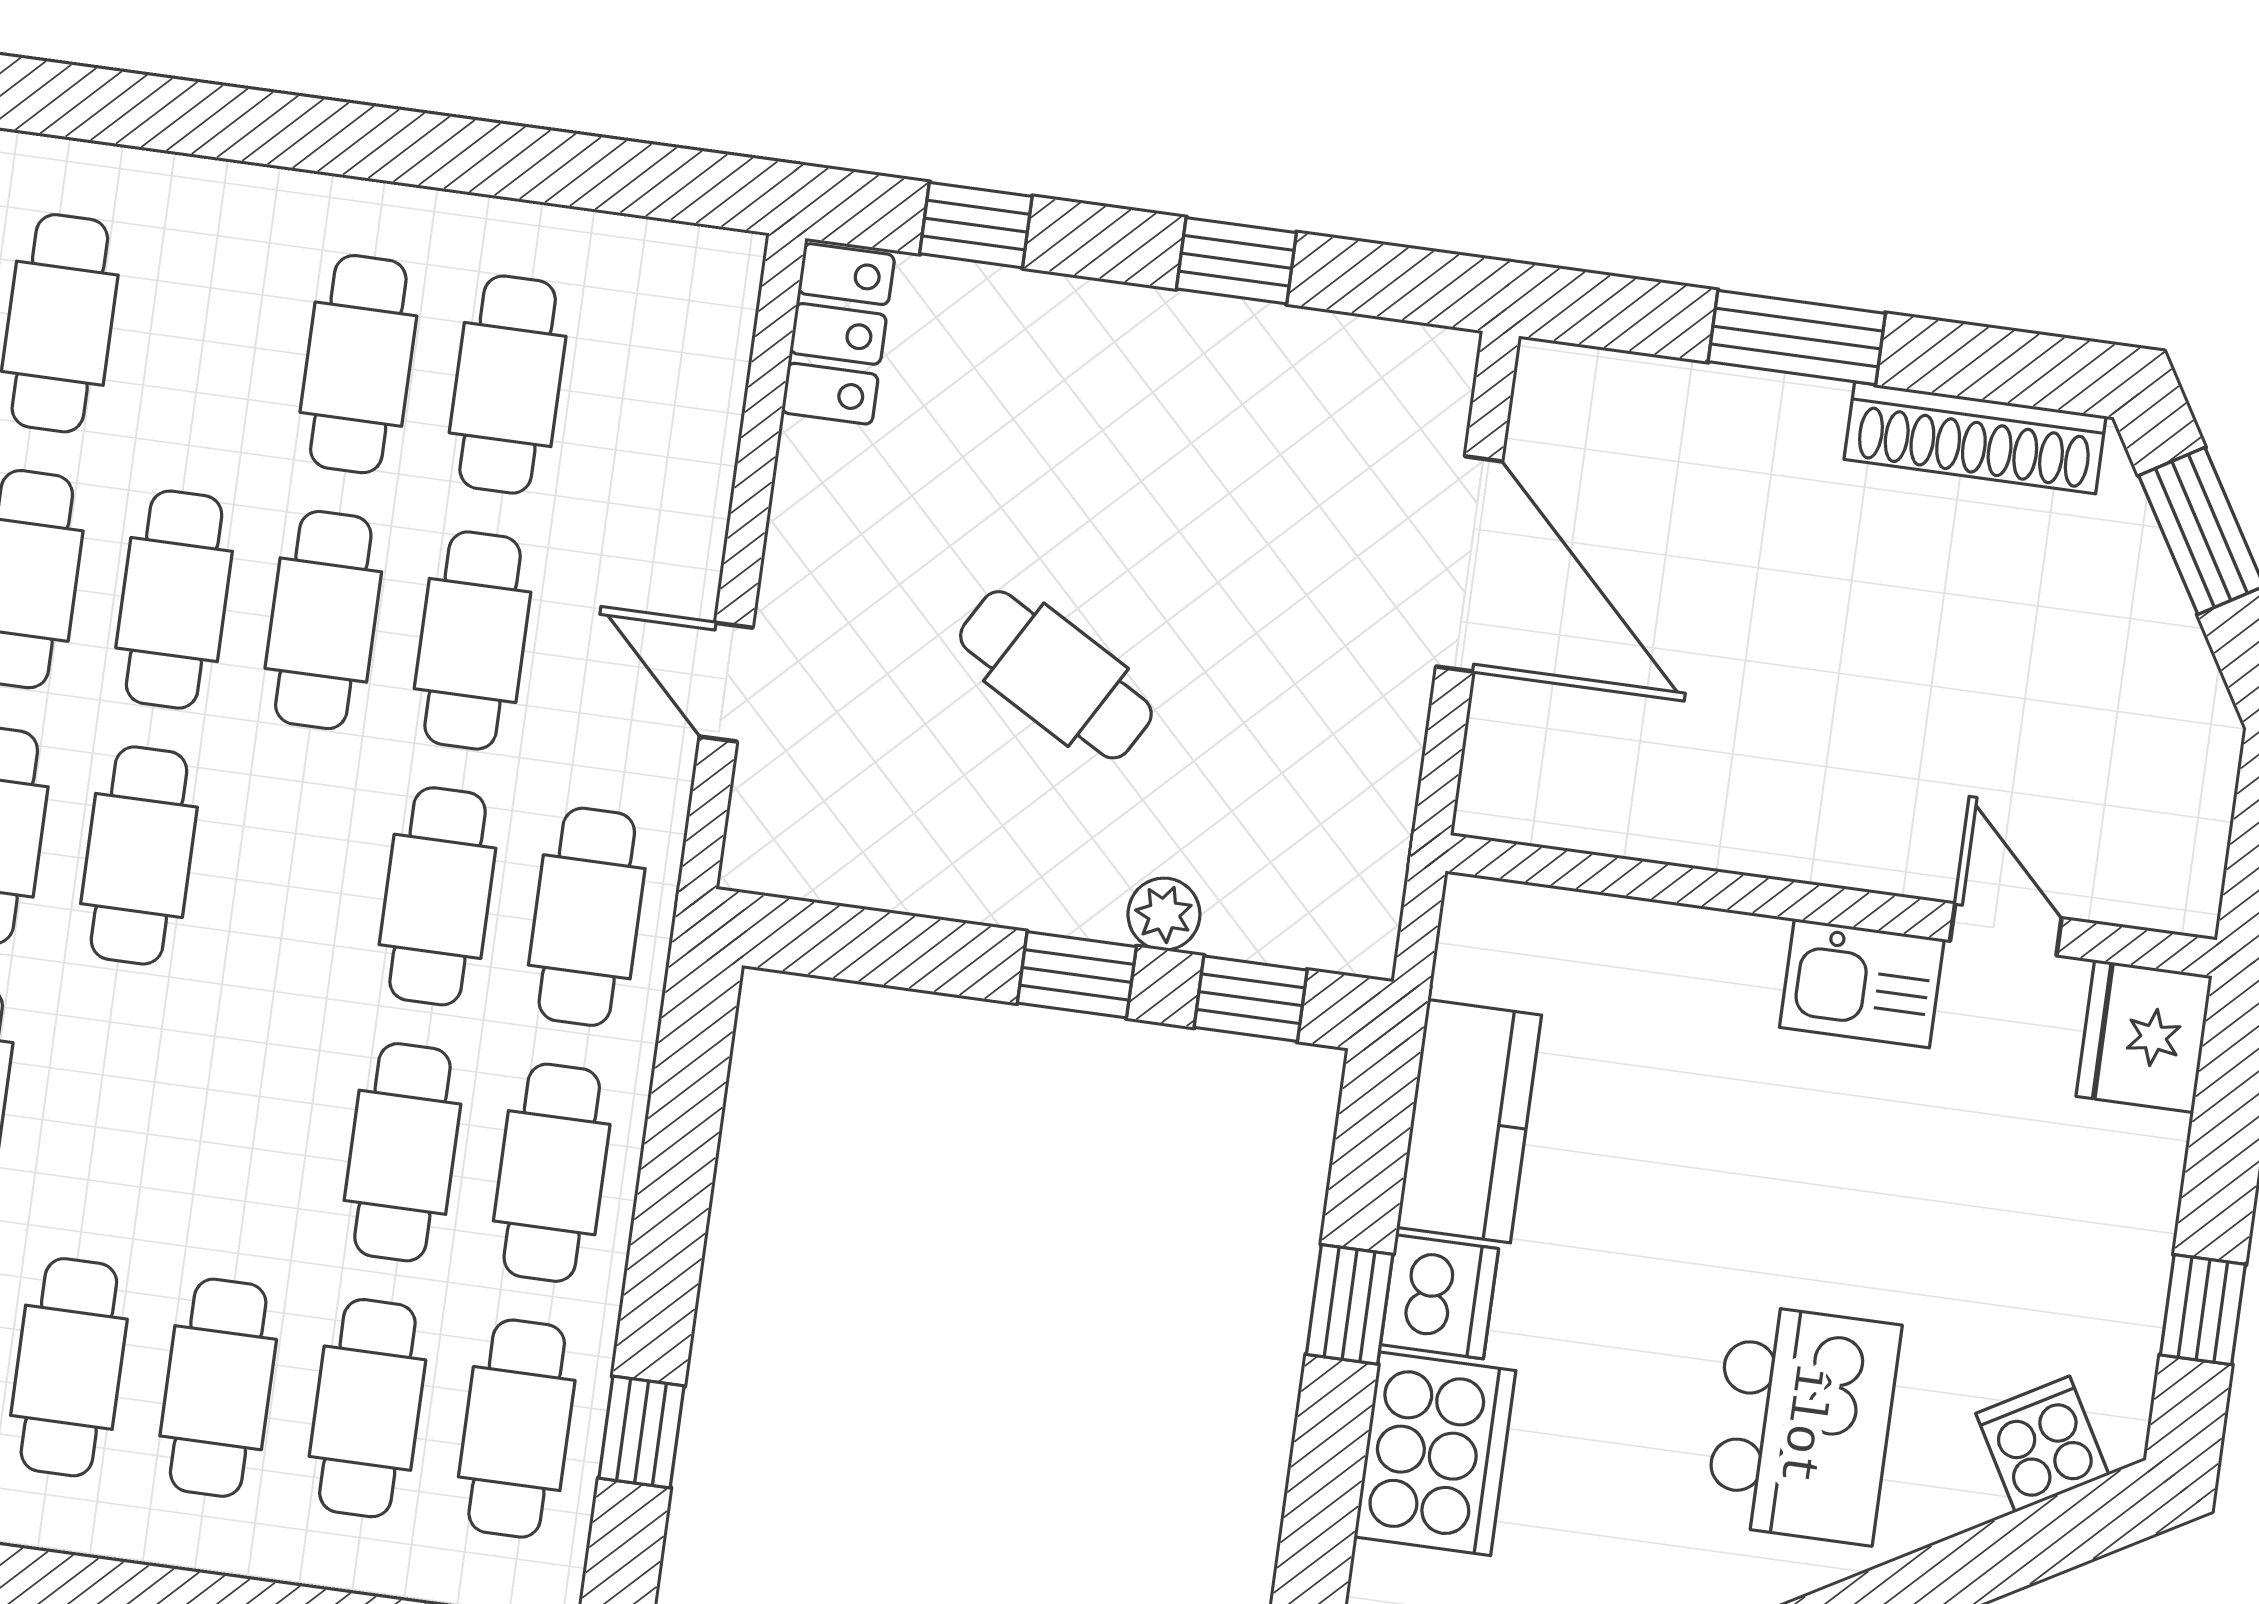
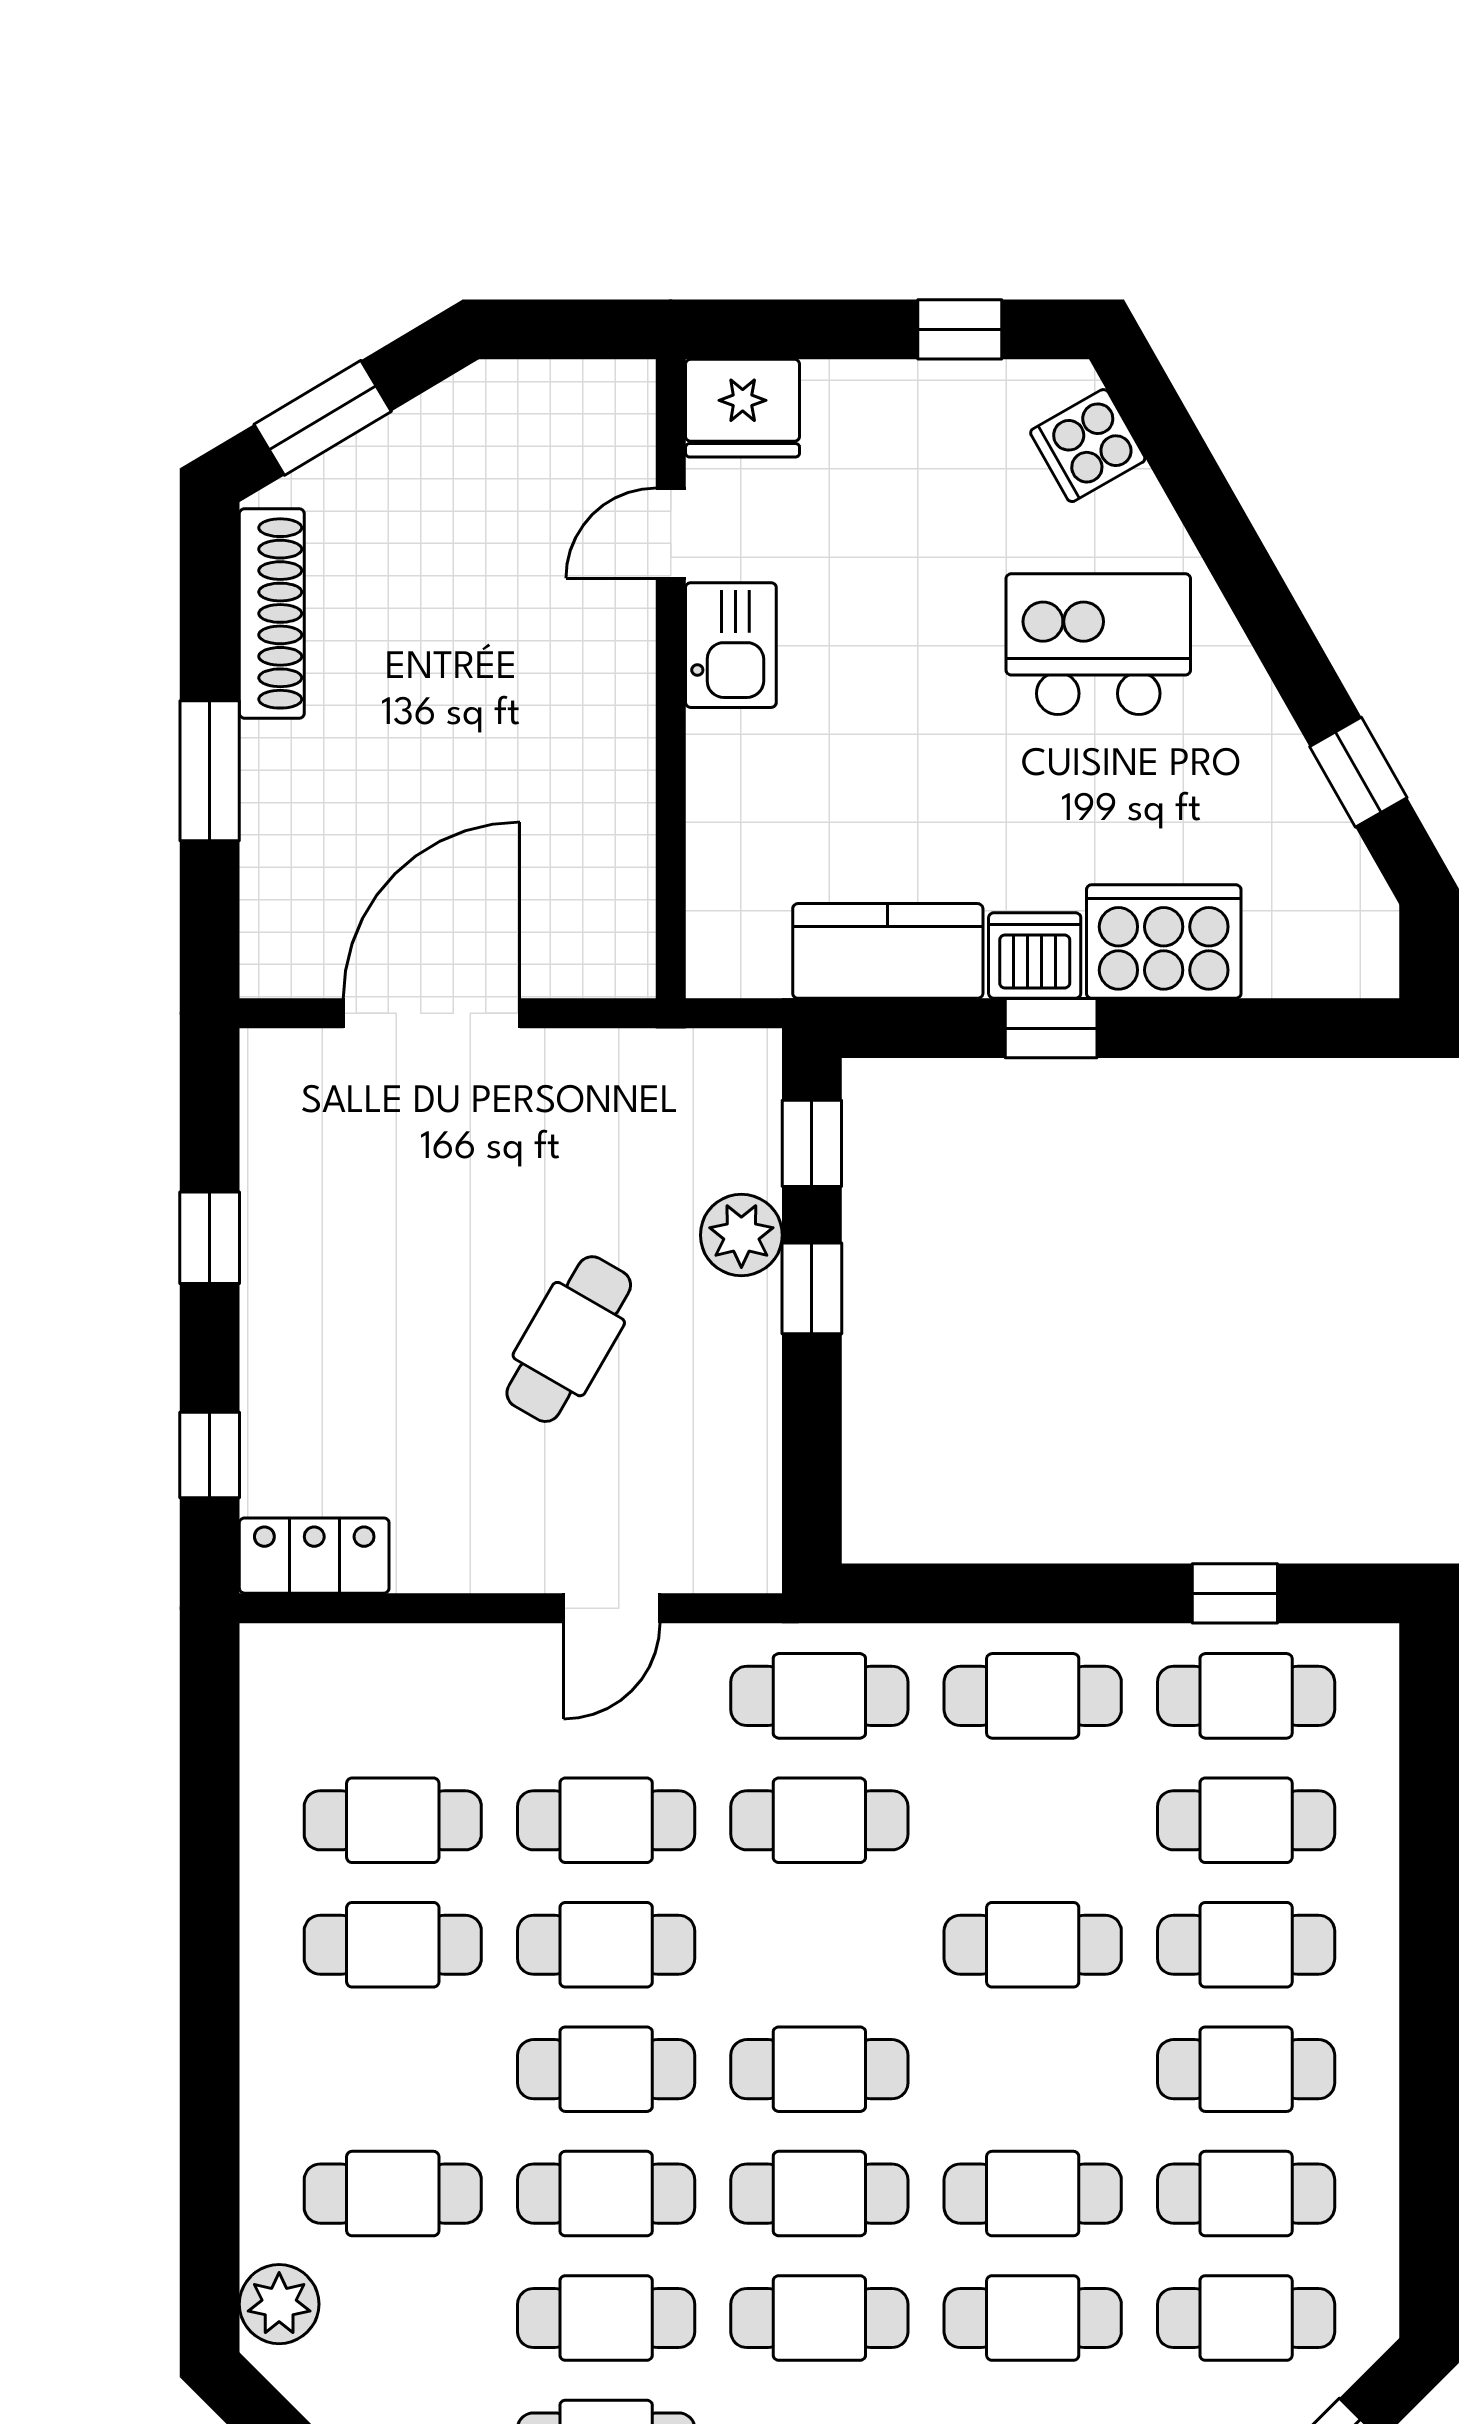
plant: (1164, 914) -> (741, 1235), width x1.38, depth x1.38
cafe table: (402, 1152) -> (1033, 1945), moved

